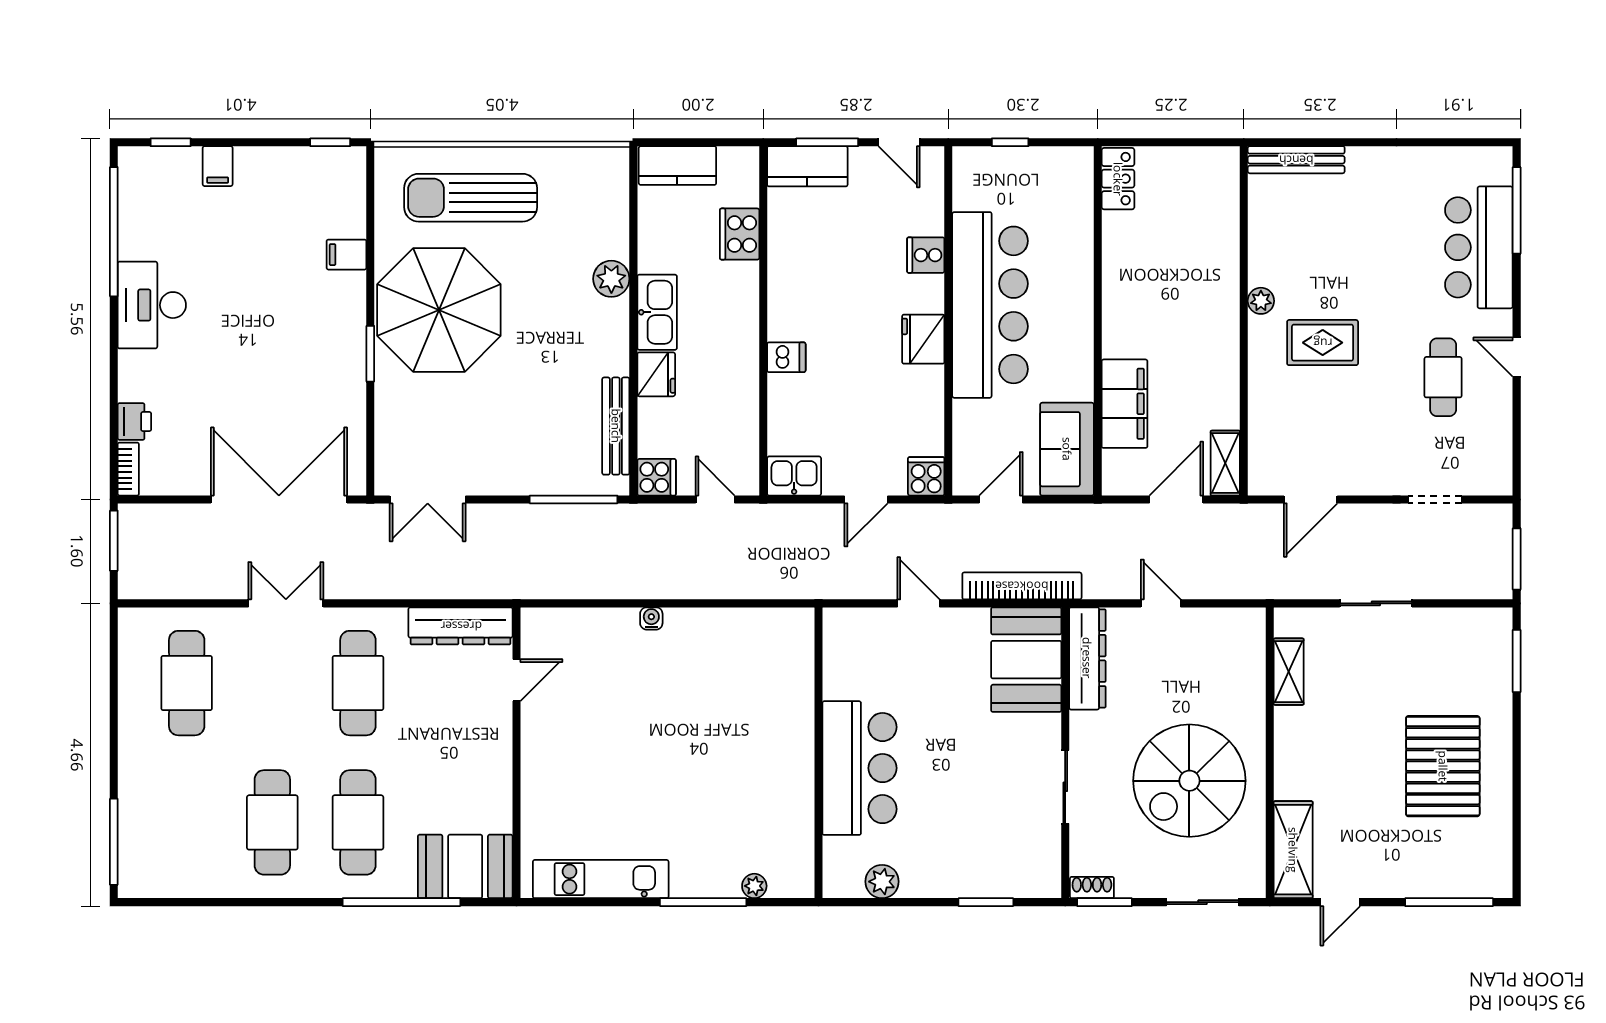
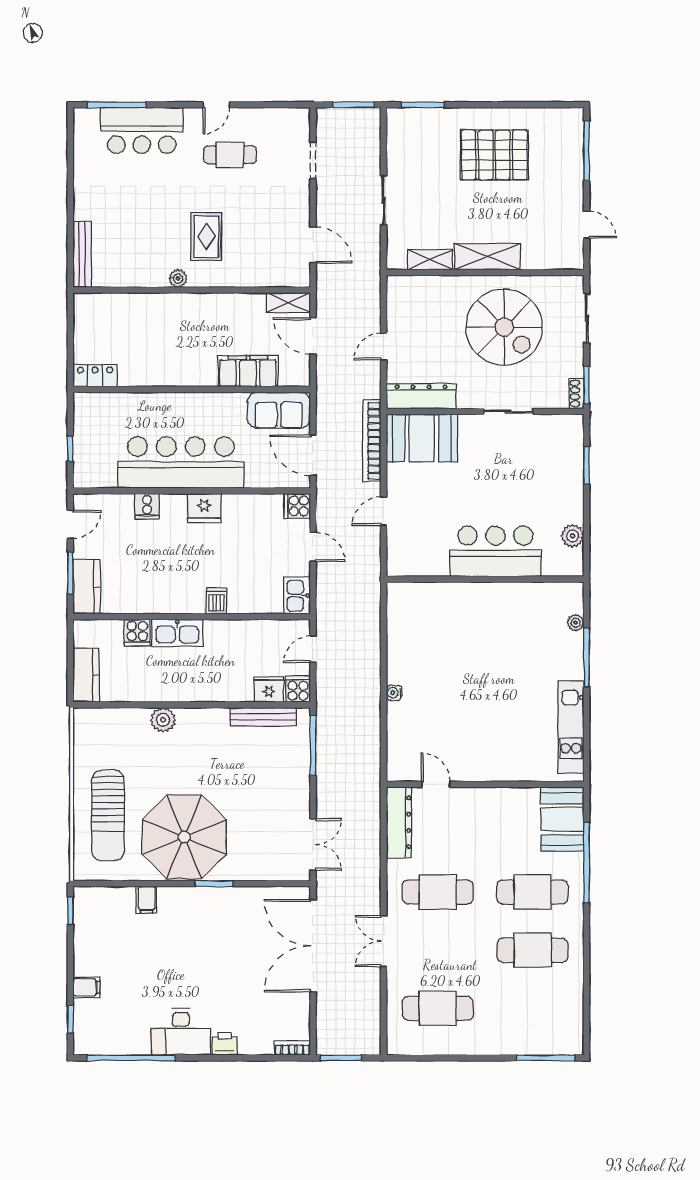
cooker: (740, 234) -> (137, 633), width x0.73
kitchen sink: (657, 312) -> (177, 633), moved, turned 180
fridge: (656, 374) -> (269, 689), moved
printer: (134, 422) -> (225, 1044), moved
door: (1001, 499) -> (313, 455), width x1.38
shelving: (1293, 850) -> (487, 257), moved

